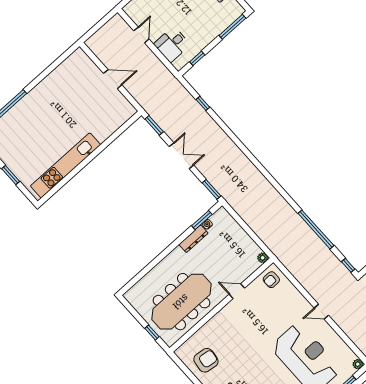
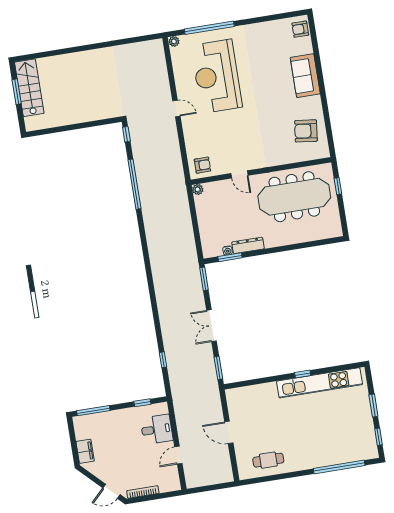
cafe table: (67, 77) -> (268, 460), added
window: (84, 164) -> (303, 374), added

